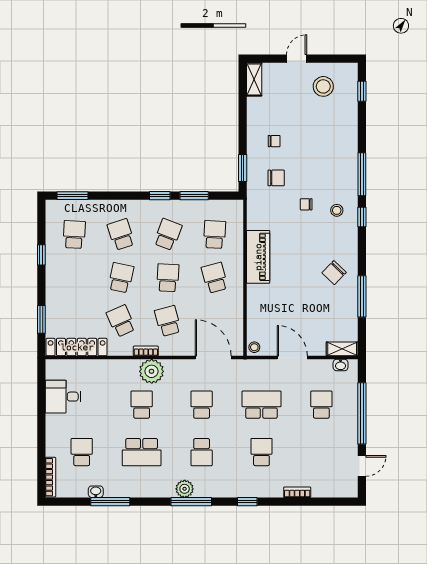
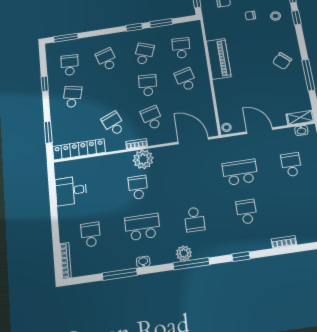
school desk: (121, 278) -> (72, 97), moved
school desk: (202, 405) -> (189, 180), removed
school desk: (142, 452) -> (142, 227), turned 180
washbasin: (96, 492) -> (143, 262), moved

